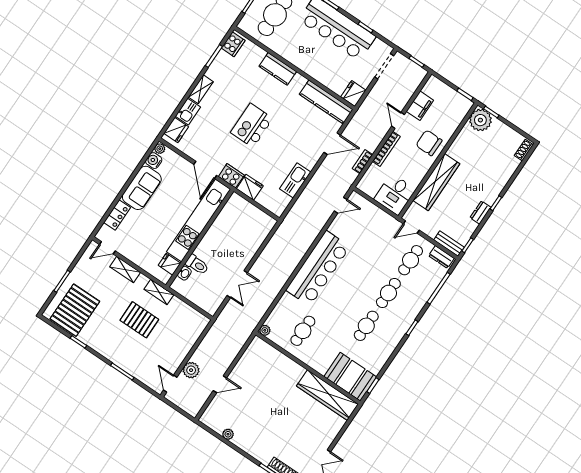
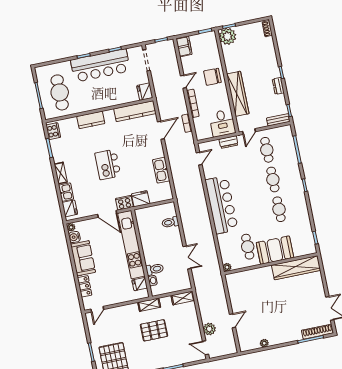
filing cabinet: (420, 106) -> (184, 46), moved
door: (398, 120) -> (183, 82), swing flipped
toilet: (255, 236) -> (170, 222), added
dresser: (441, 257) -> (229, 142), moved
shelving: (125, 269) -> (183, 298), moved
booth: (350, 377) -> (275, 250), moved

